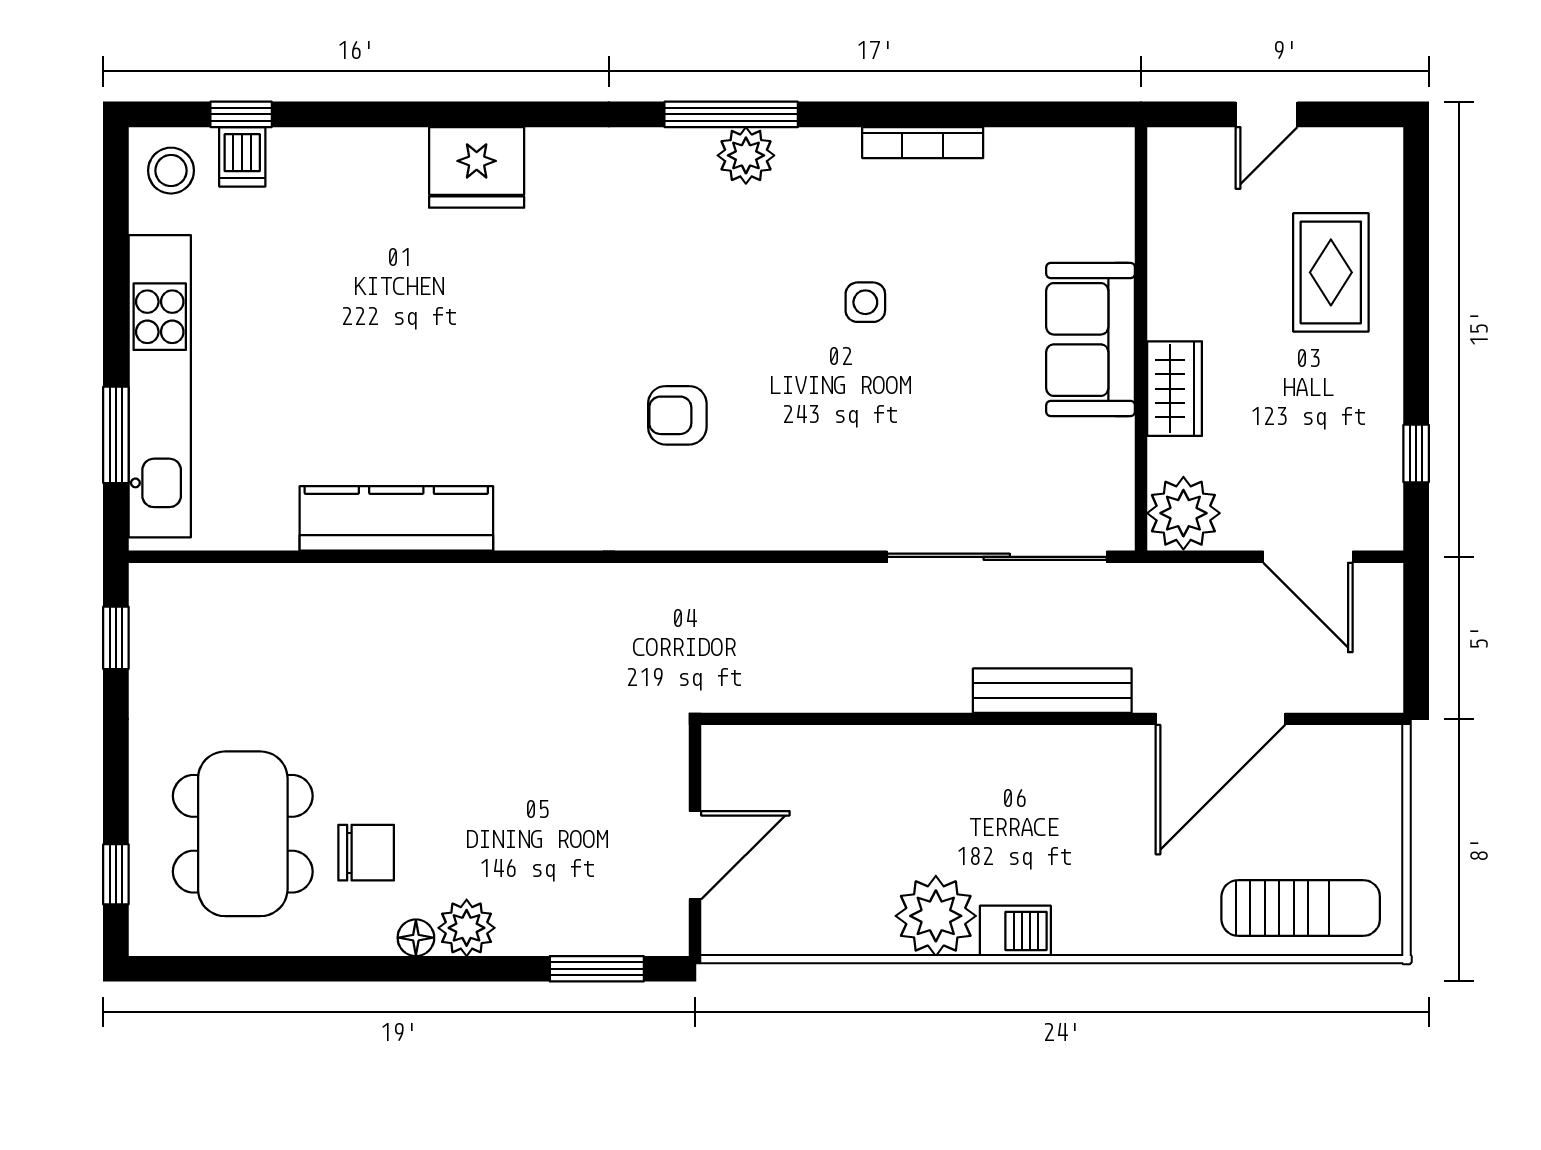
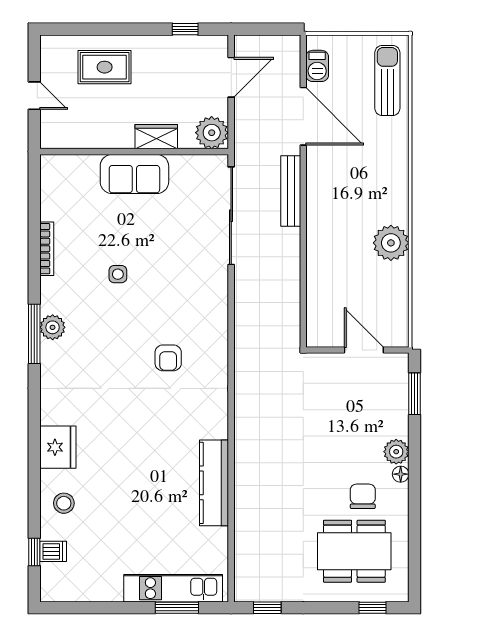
stool: (171, 171) -> (64, 503), moved
kitchen unit: (160, 386) -> (173, 588), width x0.73
barbecue: (1015, 931) -> (317, 66), moved, turned 180

